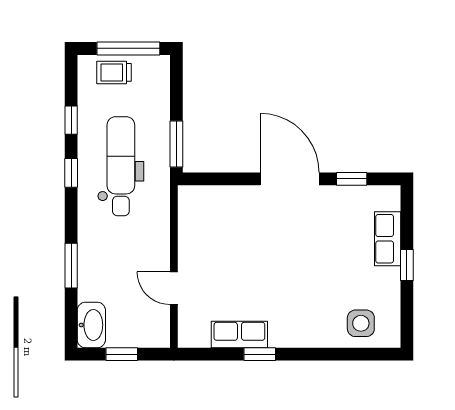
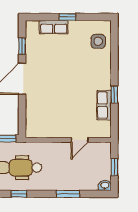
washbasin: (91, 325) -> (105, 185), width x0.52, depth x0.69

